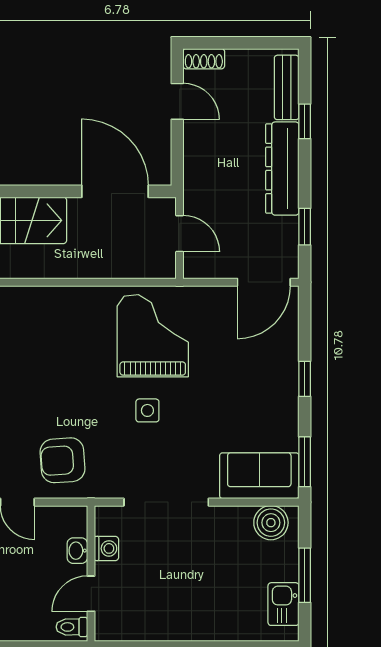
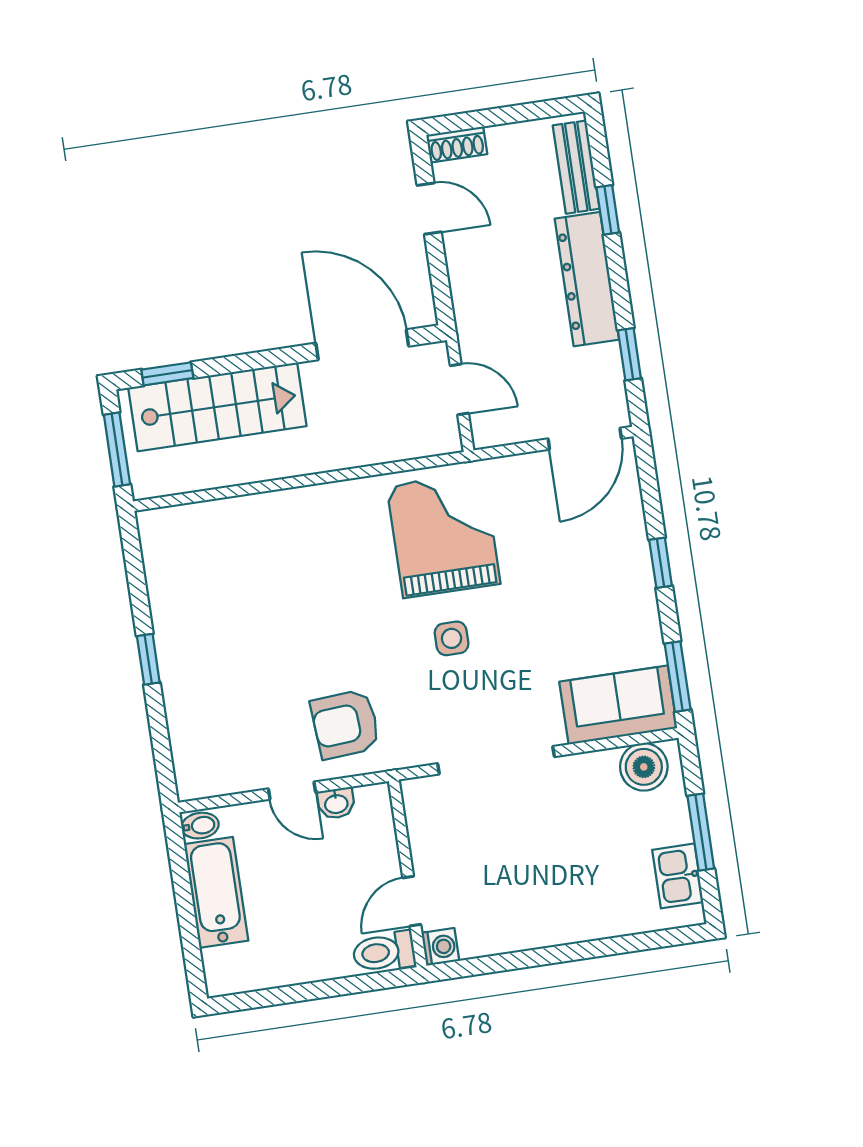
washing machine: (107, 548) -> (440, 947), moved
washbasin: (77, 551) -> (336, 803), moved, turned -90
toilet: (72, 627) -> (384, 952), width x1.37, depth x1.39

